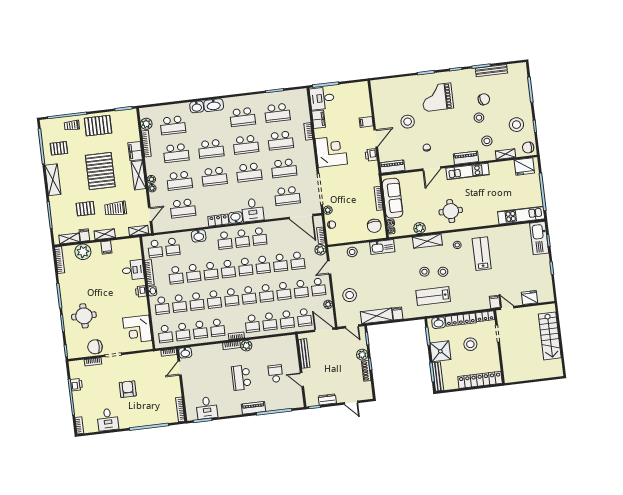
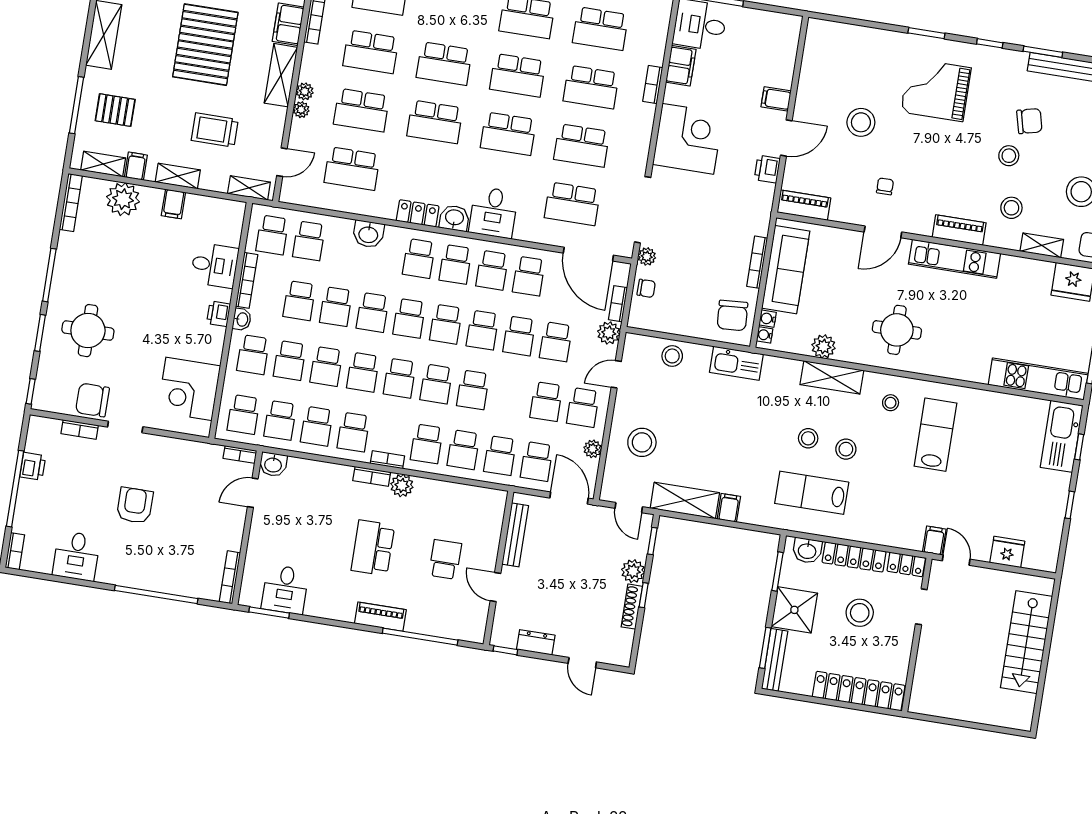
pallet: (85, 209) -> (115, 110), moved
school desk: (284, 291) -> (529, 276), moved

